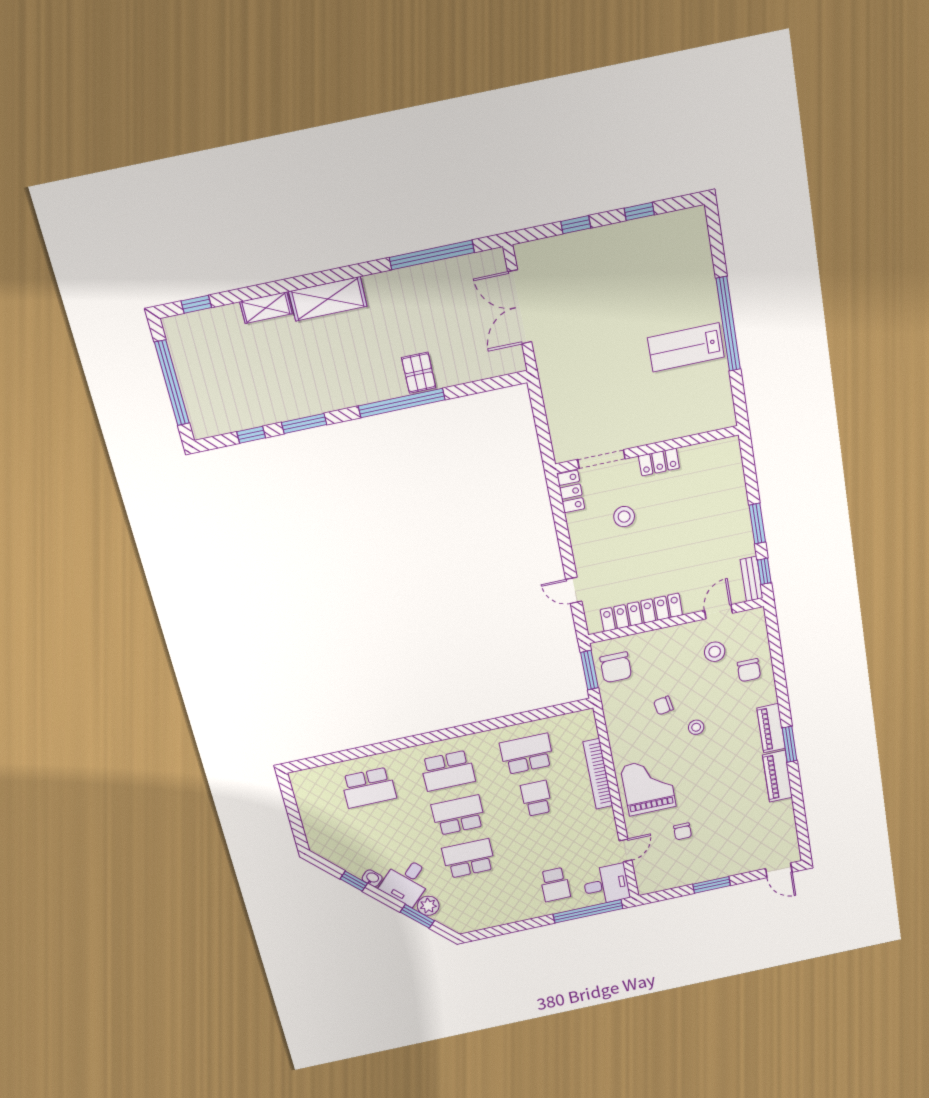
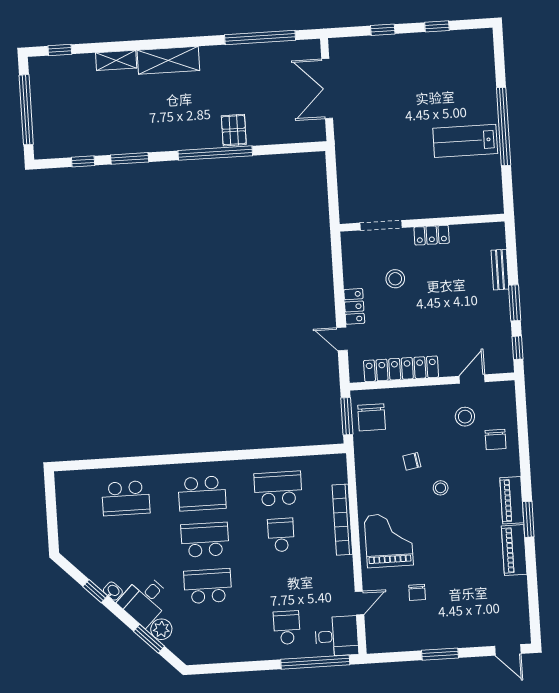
locker: (571, 492) -> (354, 306), moved
bench: (752, 579) -> (500, 270), moved
school desk: (555, 884) -> (287, 628), turned 180

